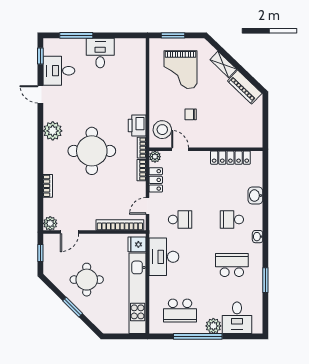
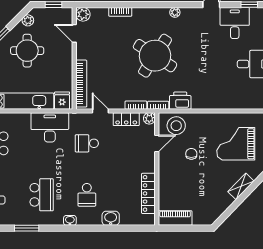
piano: (245, 87) -> (175, 218), moved, turned 46
plant: (53, 131) -> (175, 12), width x0.53, depth x0.53
round table: (92, 151) -> (155, 56), turned 33
school desk: (180, 220) -> (87, 143), turned 90
school desk: (232, 220) -> (87, 195), turned 180
plant: (56, 279) -> (28, 20), added

